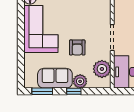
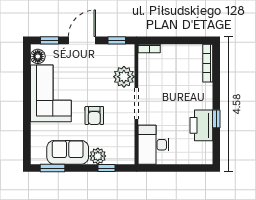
plant: (102, 69) -> (124, 77), moved
window: (74, 91) -> (107, 168), moved

